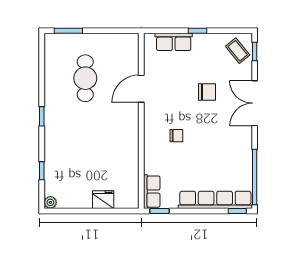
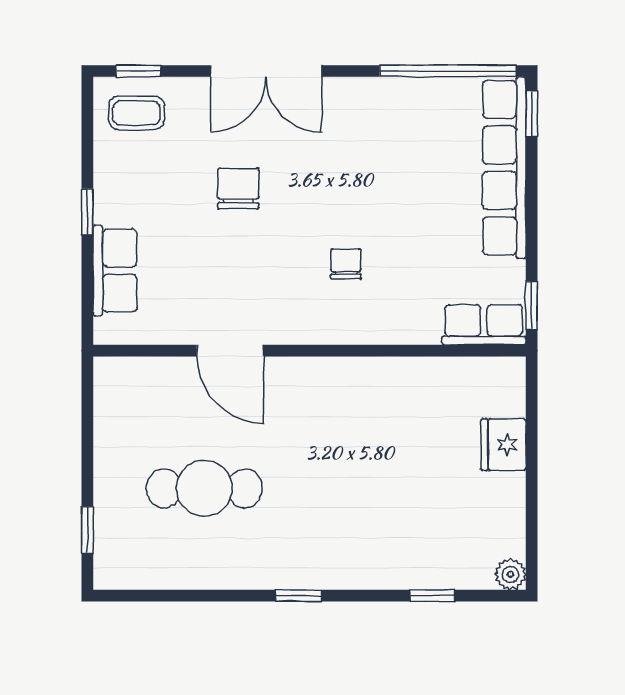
window: (68, 31) -> (87, 530), width x0.67
coffee table: (238, 51) -> (136, 113), turned 39

